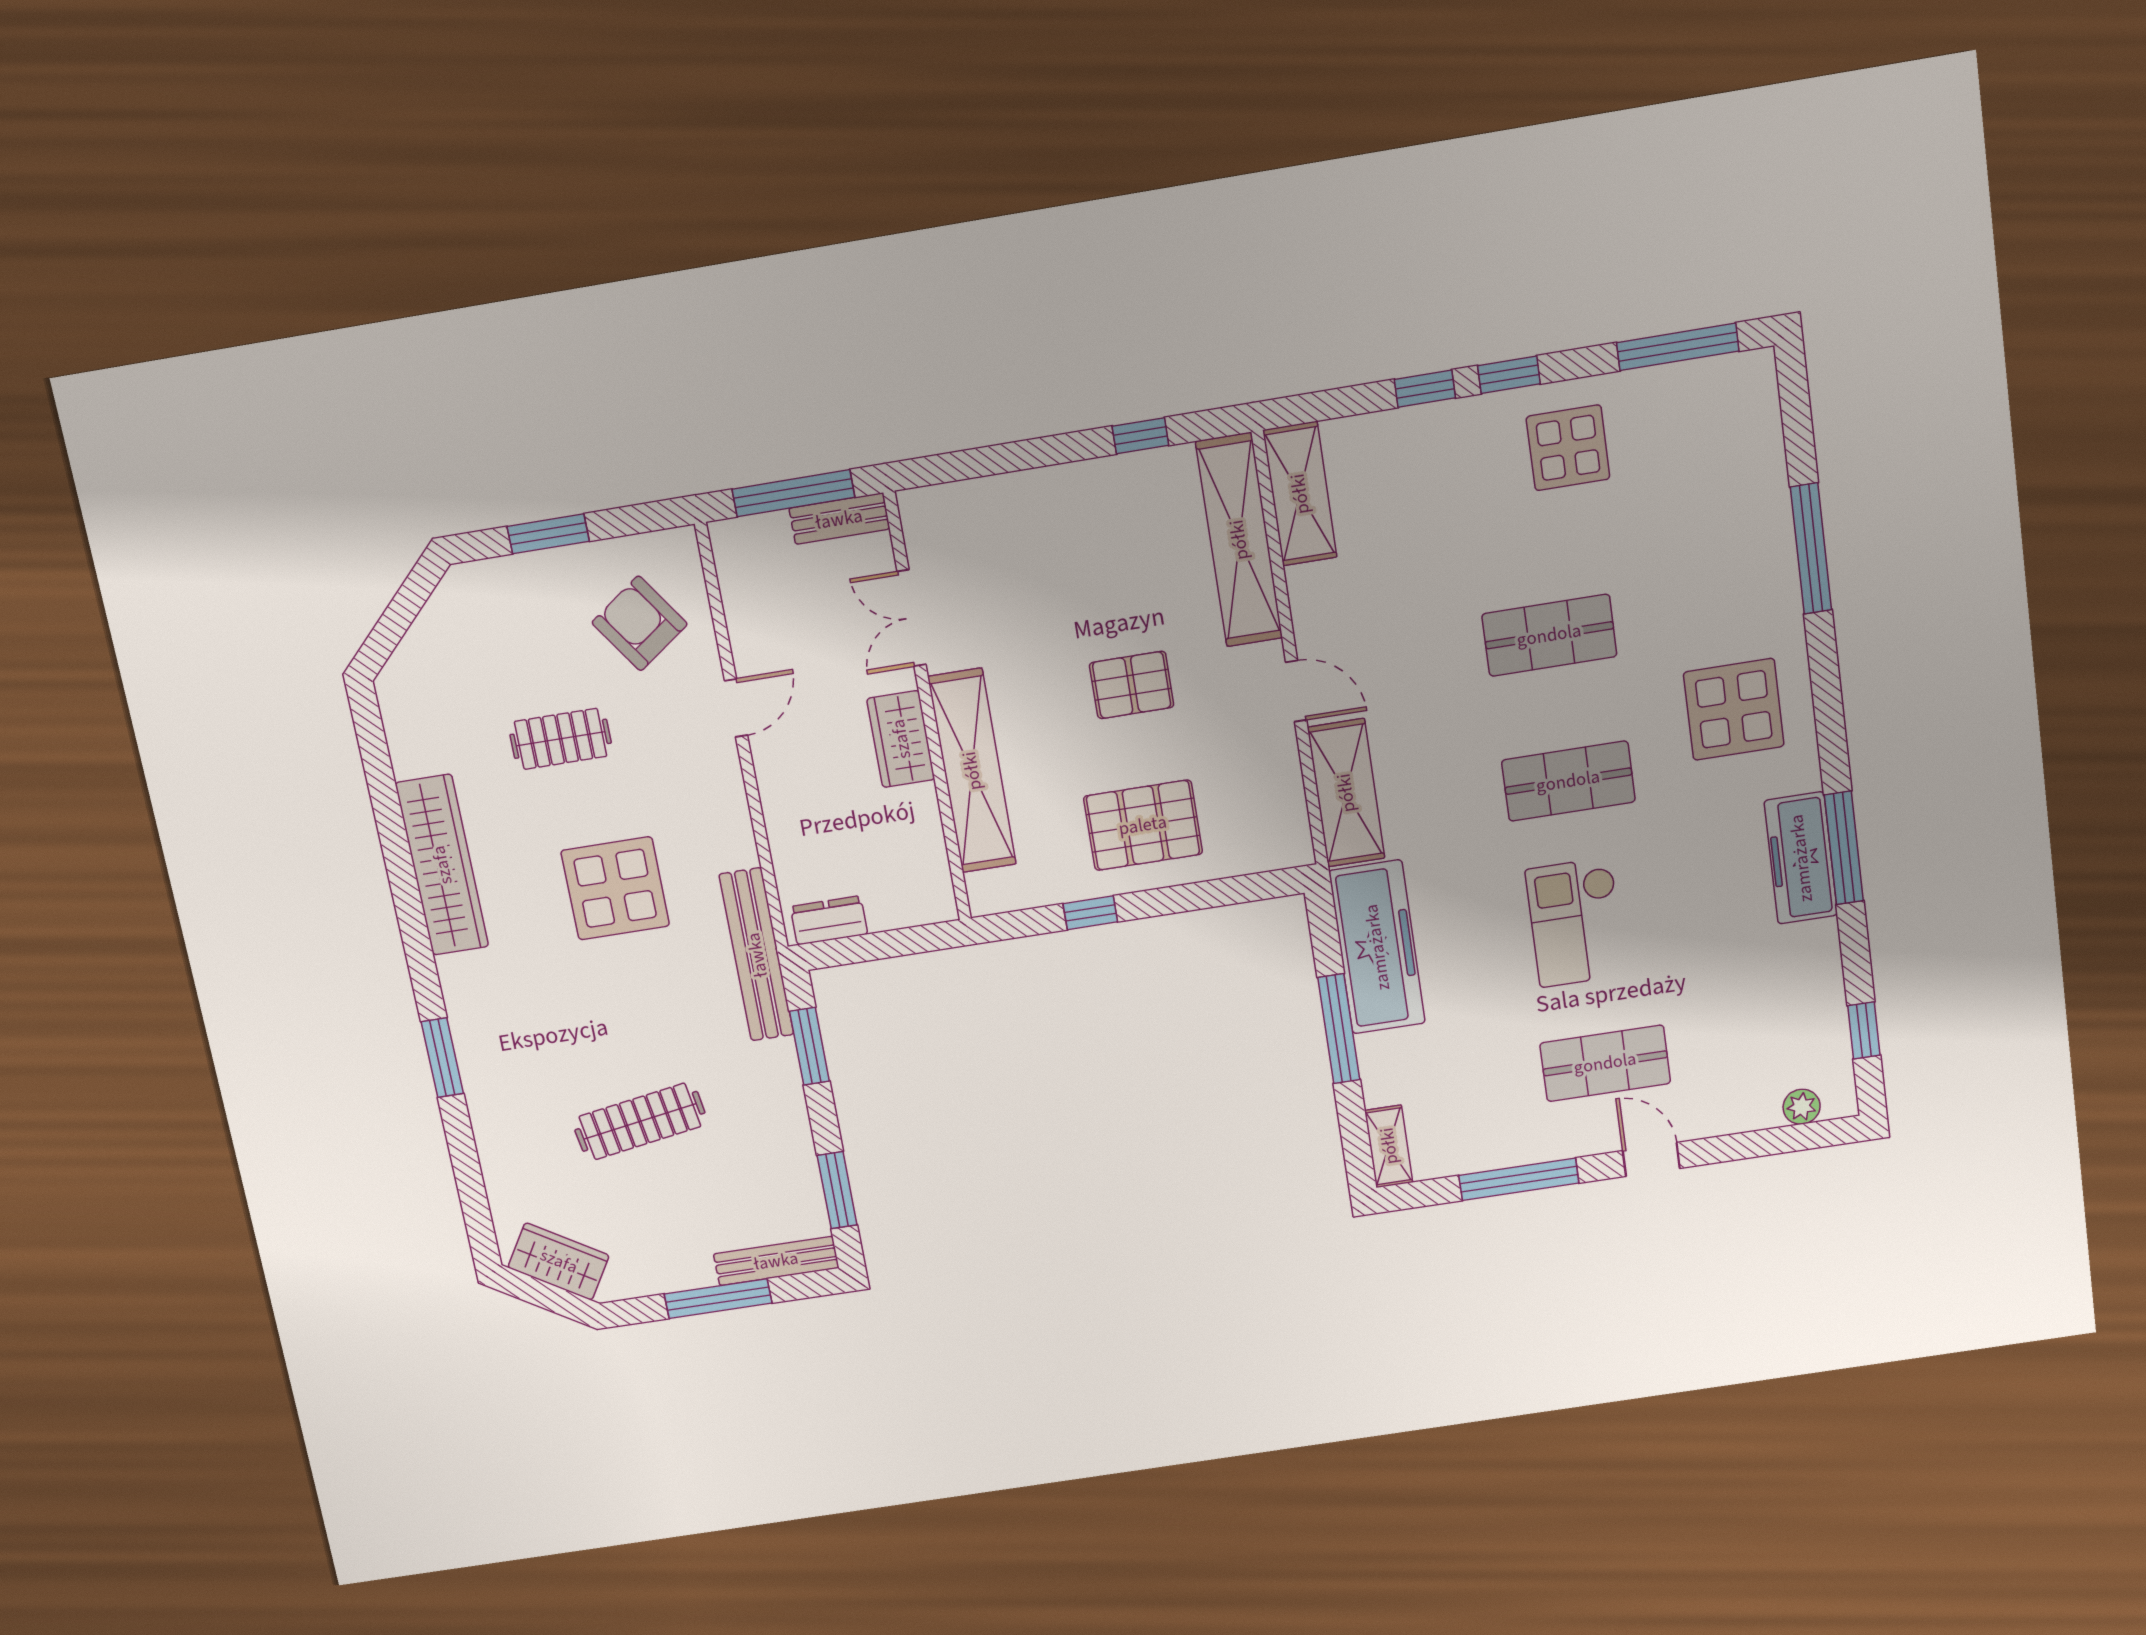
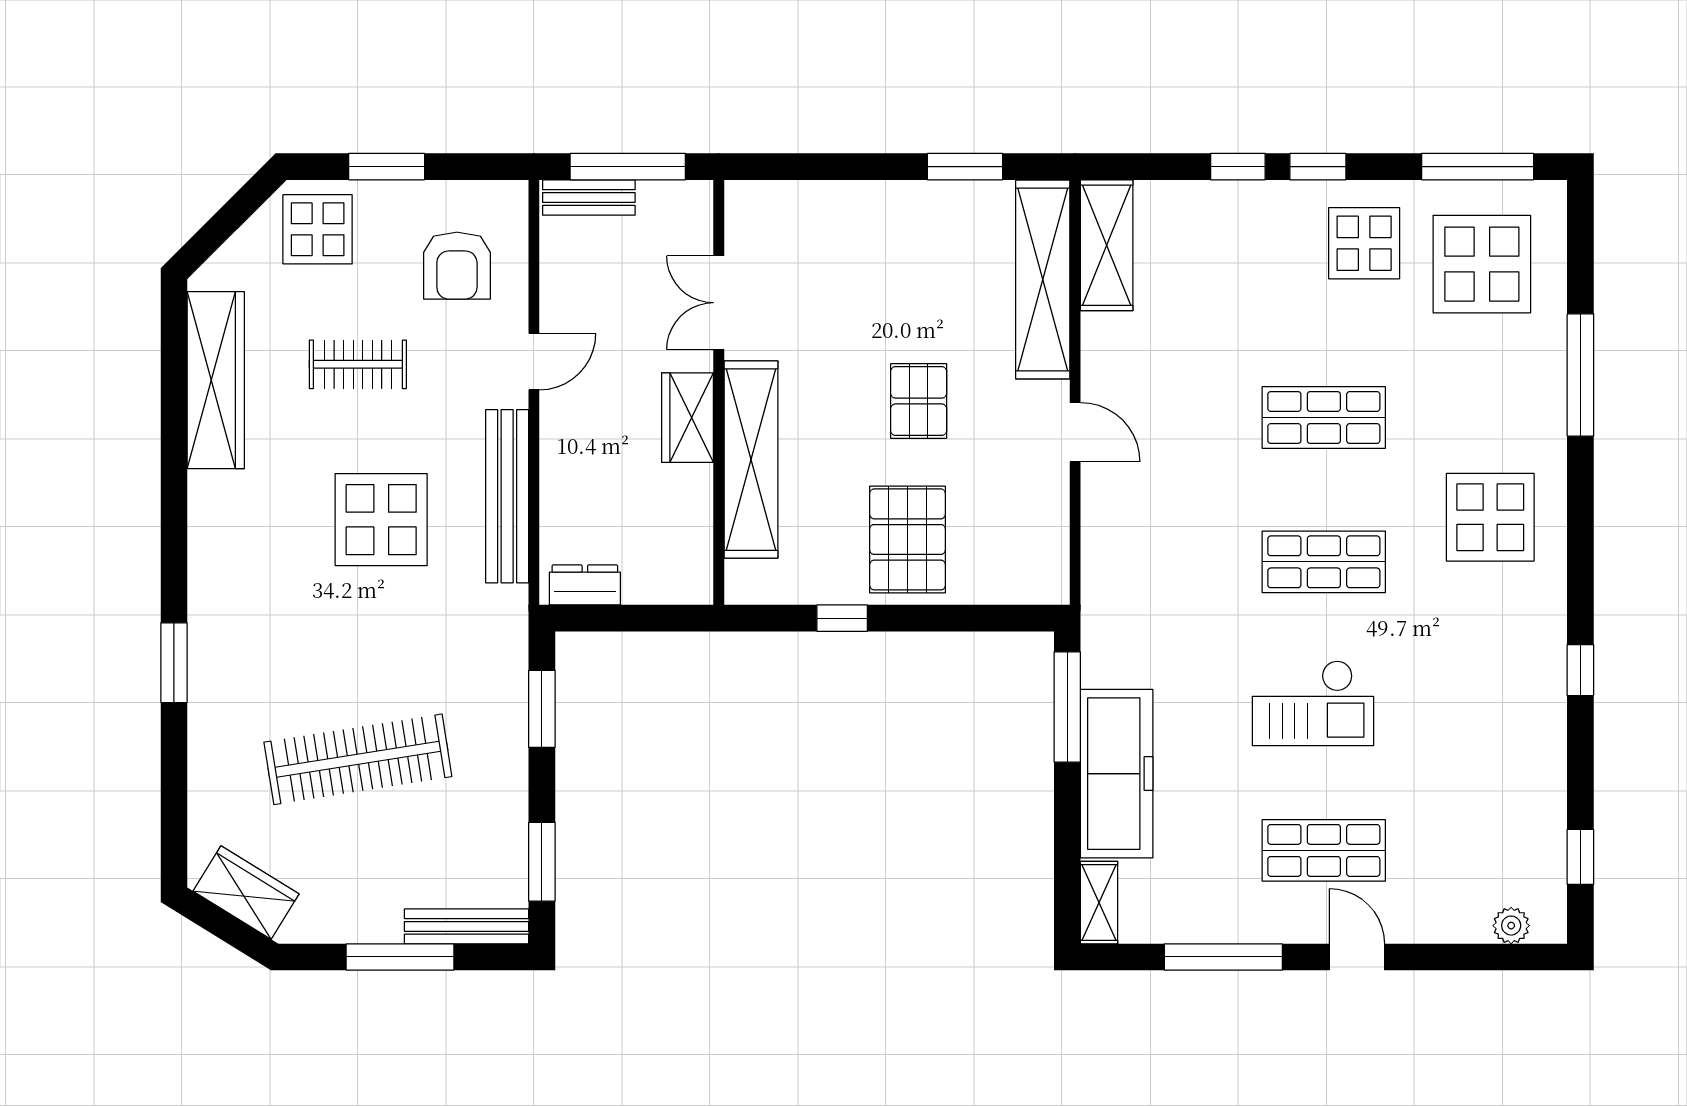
window: (1140, 436) -> (965, 167), width x1.50
display table: (1694, 449) -> (1482, 264), added
bench: (839, 519) -> (589, 198), moved
display table: (492, 609) -> (318, 229), added
armchair: (640, 623) -> (457, 266), turned -145
pallet: (1132, 685) -> (919, 401), turned 90
shelving: (1346, 793) -> (1109, 539), removed
pallet: (1143, 825) -> (908, 539), turned 90
window: (1844, 848) -> (1580, 670), width x0.46
freezer: (1801, 858) -> (1538, 673), removed
wardrobe: (442, 865) -> (216, 380), moved
checkout: (1576, 922) -> (1313, 703), turned -90
freezer: (1377, 947) -> (1117, 774), moved
bench: (757, 955) -> (507, 496), moved
window: (1339, 1029) -> (1067, 707), moved
clothes rail: (640, 1121) -> (358, 759), width x1.37, depth x1.31

